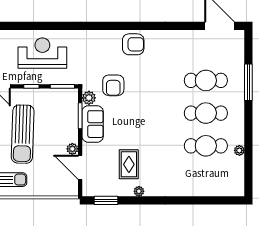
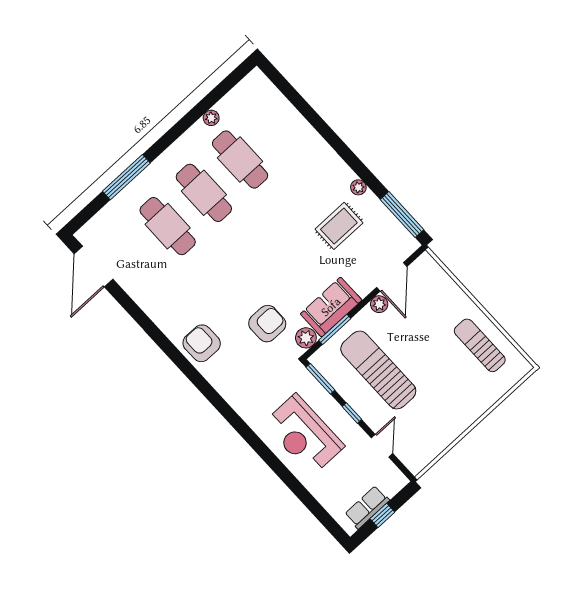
sun lounger: (23, 134) -> (378, 370), moved, turned -92
window: (106, 200) -> (402, 215), width x1.44

